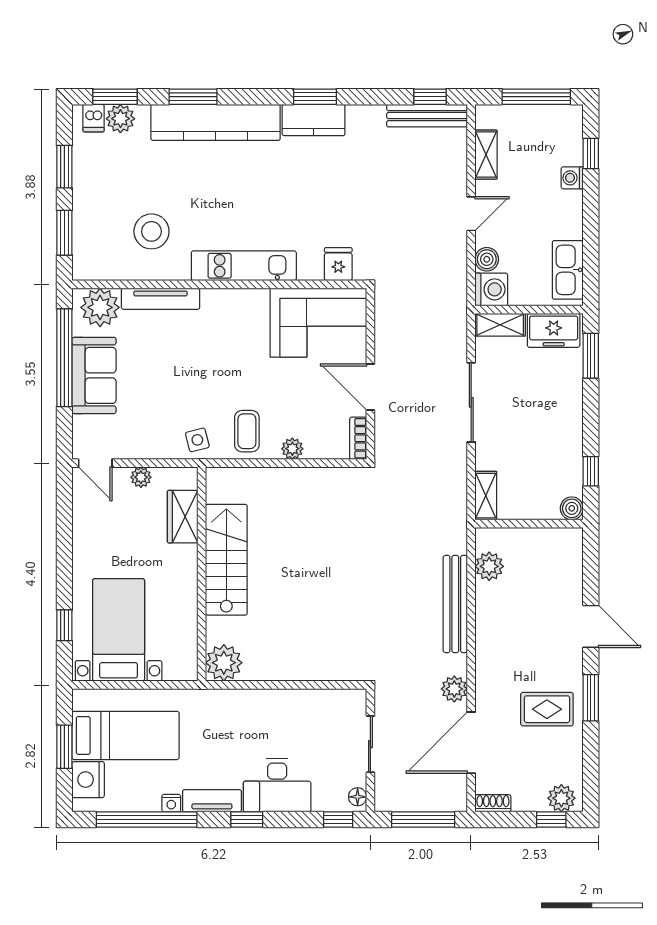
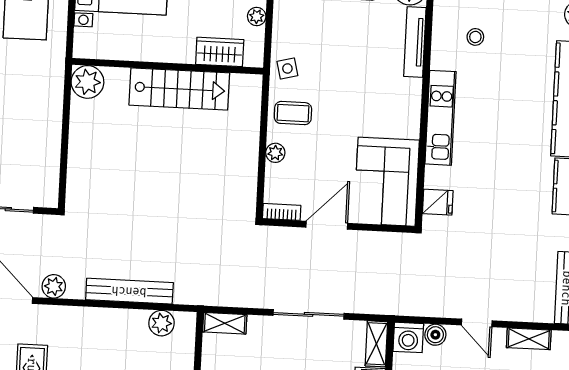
stool: (151, 231) -> (475, 37), width x0.53, depth x0.53

